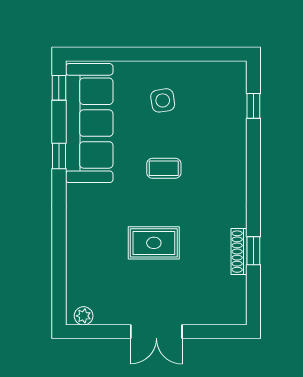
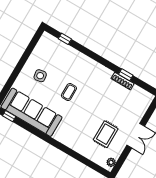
window: (59, 156) -> (38, 133), removed
rug: (154, 243) -> (106, 134), moved

